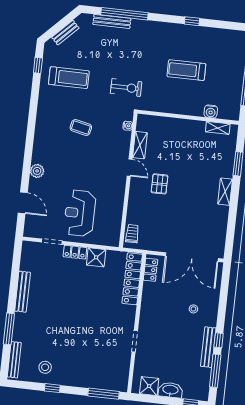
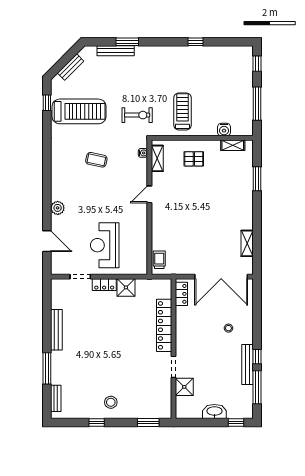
window: (124, 14) -> (127, 42), width x0.47
treadmill: (186, 70) -> (183, 111), moved, turned 90
treadmill: (69, 78) -> (79, 111), width x1.37, depth x1.38
shelving: (140, 145) -> (157, 158), moved
door: (130, 168) -> (149, 194), swing flipped
pallet: (160, 184) -> (194, 159), moved, turned 90
shelving: (225, 192) -> (247, 243), moved
locker: (132, 279) -> (164, 325), moved
bench: (14, 360) -> (56, 398), width x0.73
stool: (45, 367) -> (111, 402), moved
shower: (149, 386) -> (184, 387), moved
window: (104, 394) -> (148, 422), width x0.69

